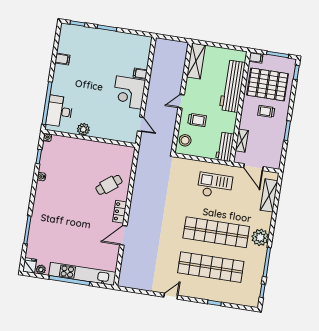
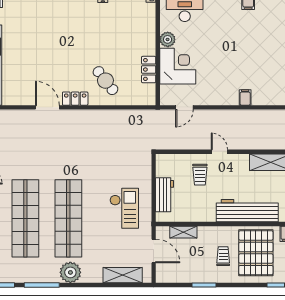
corner desk: (129, 93) -> (178, 66), moved, turned 90
stool: (185, 140) -> (173, 164), removed
workbench: (225, 147) -> (165, 195), moved, turned 90
locker: (105, 148) -> (149, 70), added
door: (253, 167) -> (154, 251), swing flipped

